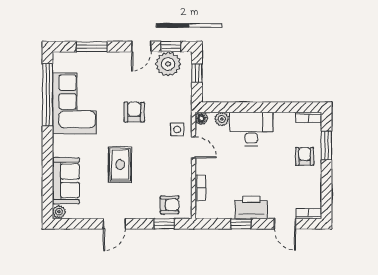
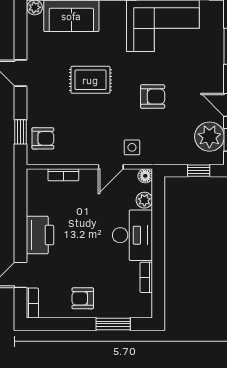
bookcase: (309, 117) -> (146, 277), moved
armchair: (305, 156) -> (83, 298), moved, turned 180
armchair: (170, 205) -> (43, 138), turned -90
window: (241, 224) -> (20, 223), removed

